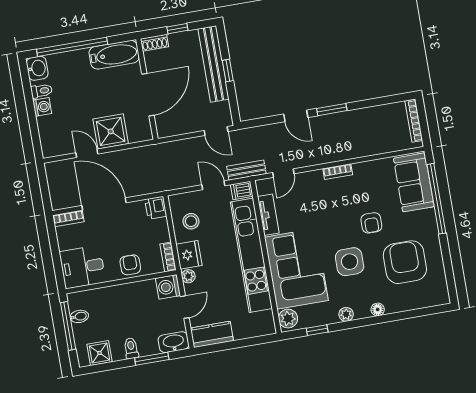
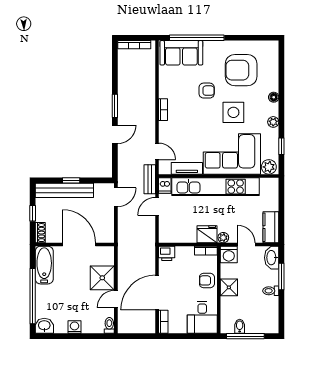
toilet: (41, 91) -> (109, 325), moved
stool: (191, 221) -> (182, 228), removed
shower: (100, 353) -> (229, 287), moved

